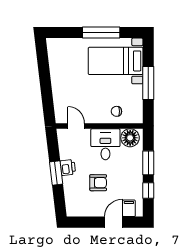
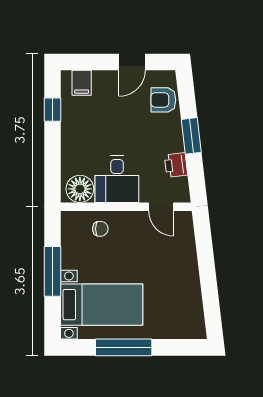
window: (148, 163) -> (53, 151), removed
printer: (68, 167) -> (176, 165), moved
armchair: (98, 183) -> (163, 100), moved
door: (113, 222) -> (132, 62), moved

